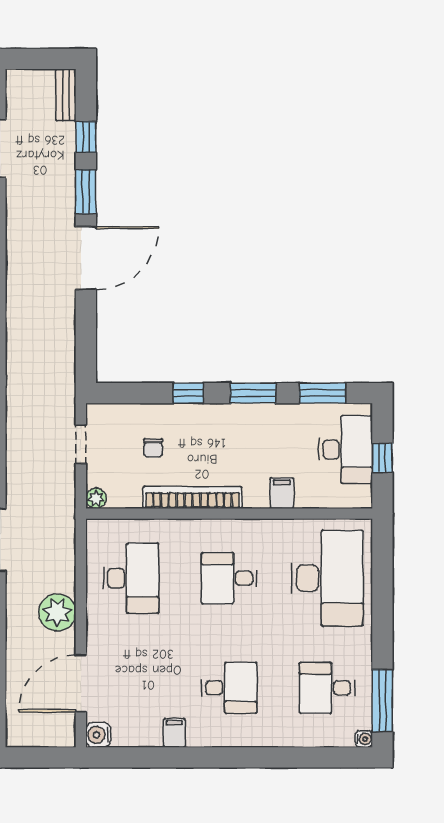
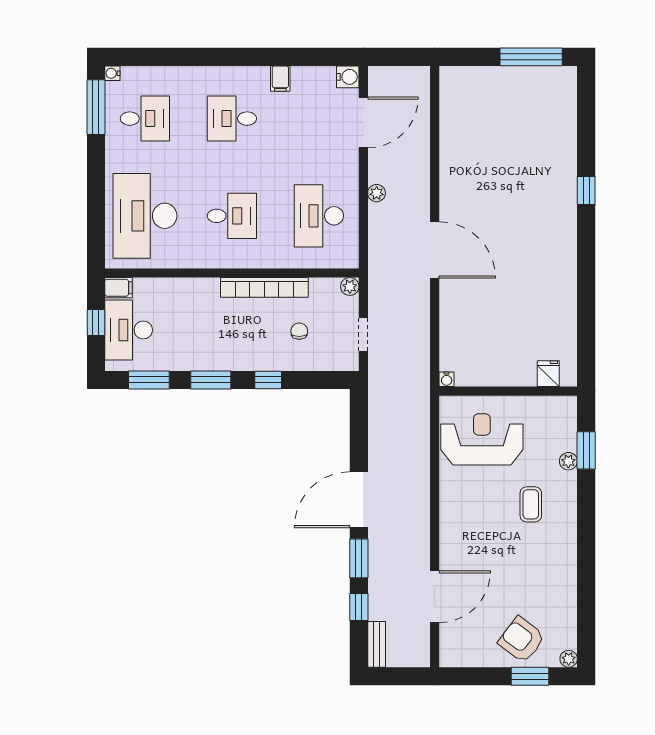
filing cabinet: (282, 493) -> (119, 288), moved, turned -90
plant: (57, 612) -> (377, 193), width x0.53, depth x0.53

